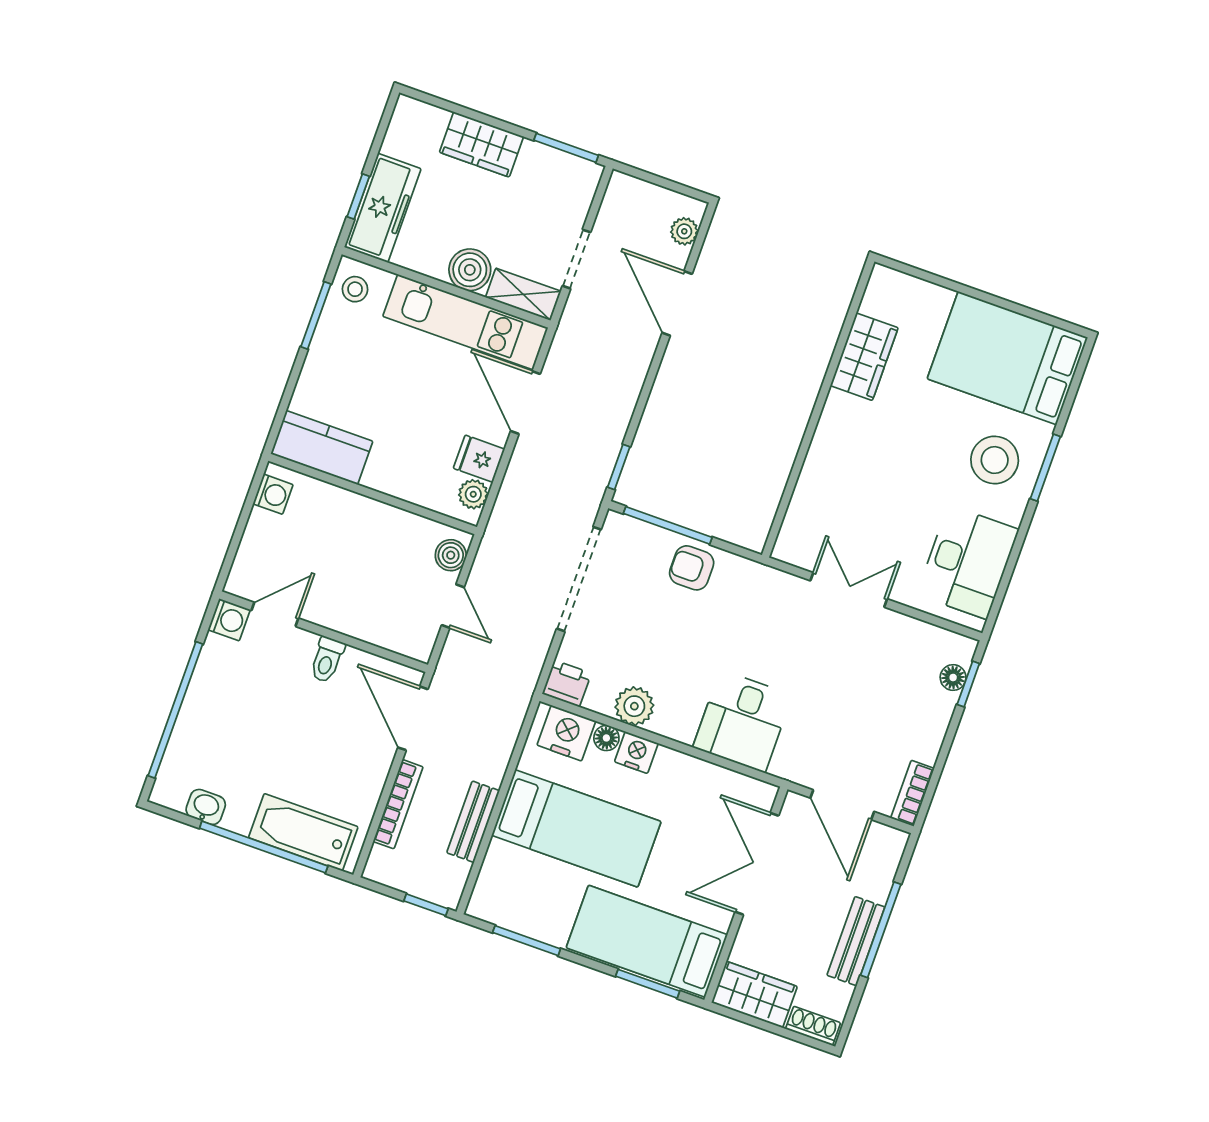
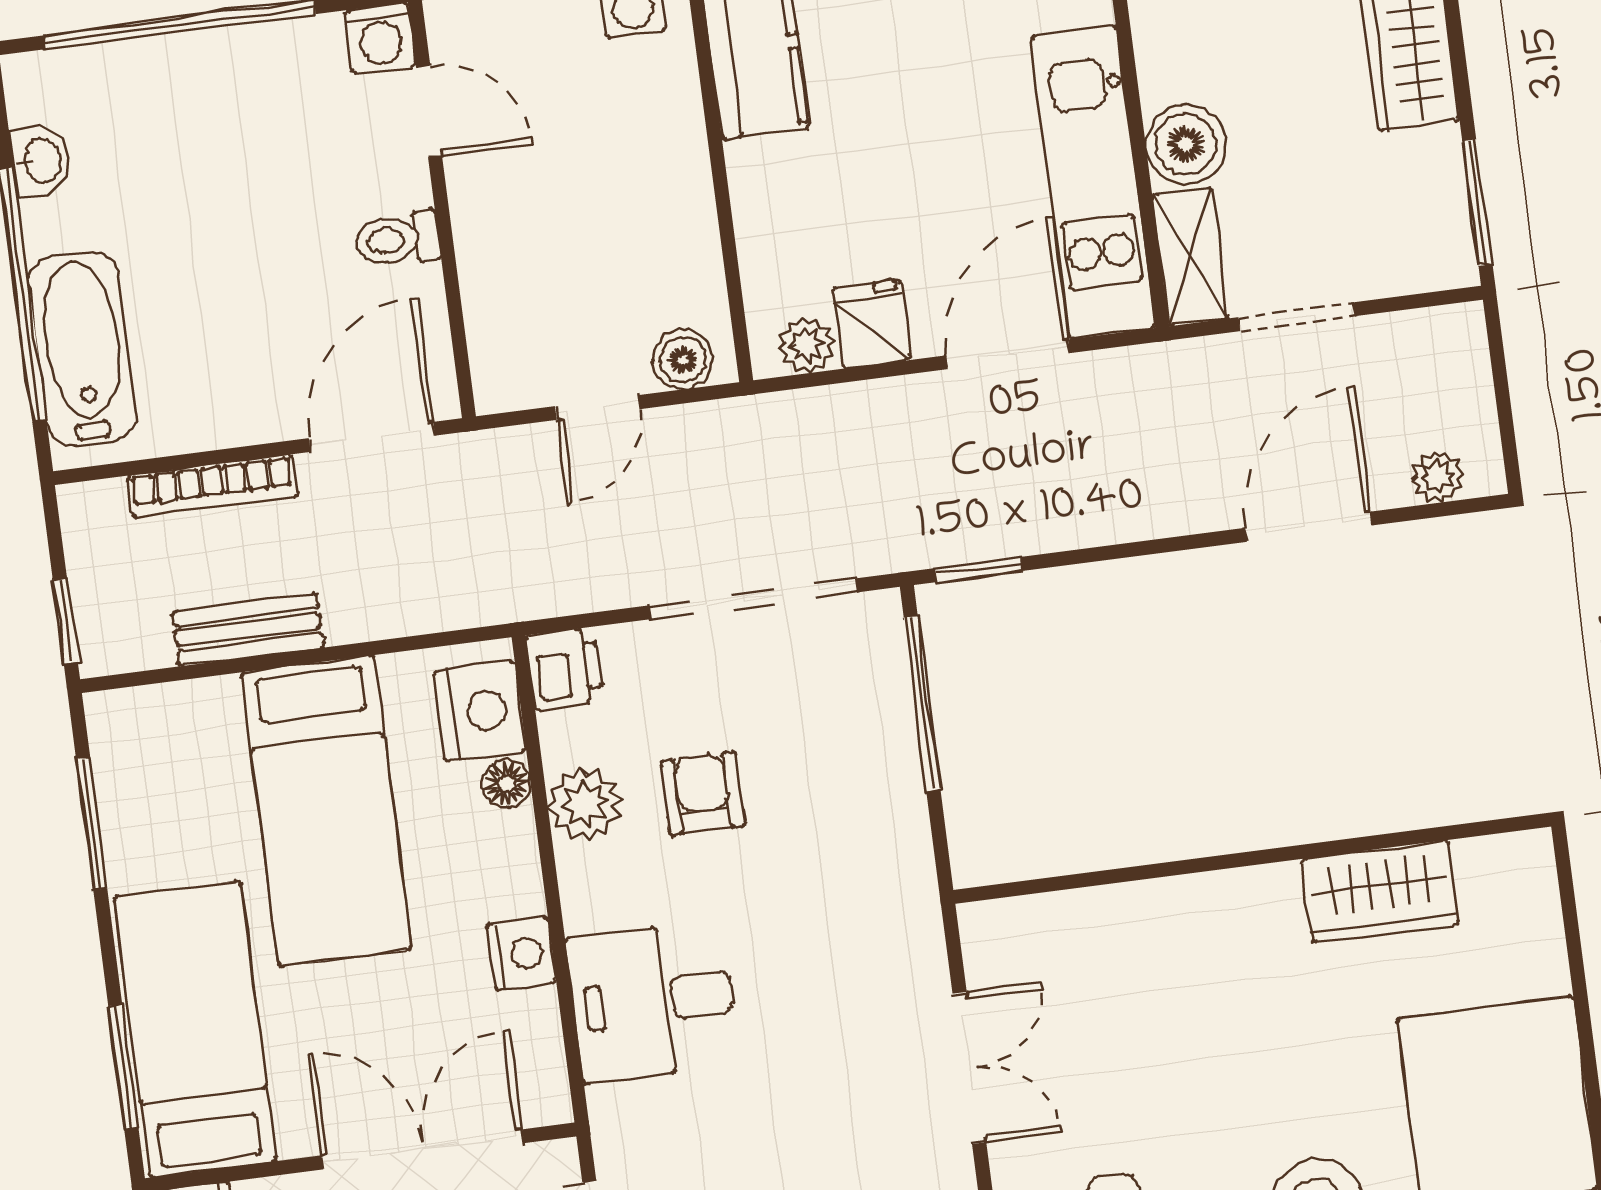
armchair: (692, 568) -> (703, 794), moved
nightstand: (636, 752) -> (521, 954), moved

